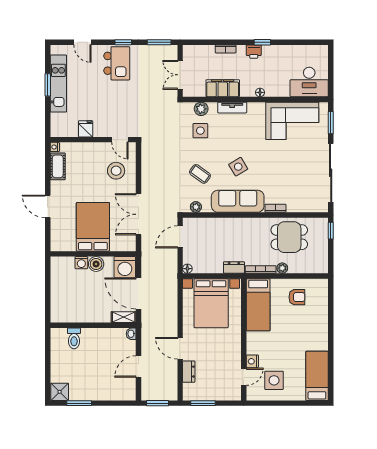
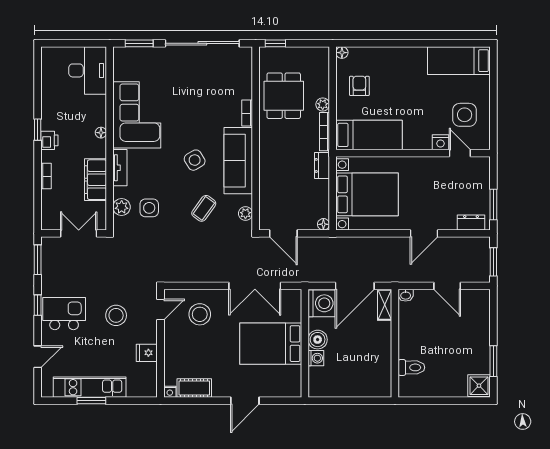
double door: (180, 75) -> (79, 233), swing flipped
stool: (115, 104) -> (116, 315), added
corner sofa: (292, 121) -> (137, 115), moved
floor lamp: (323, 283) -> (342, 53), added
dresser: (189, 372) -> (471, 223), moved

